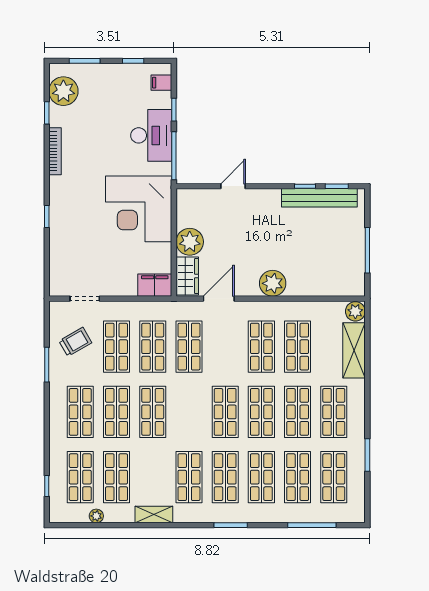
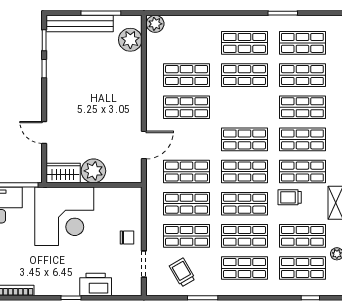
bench: (319, 198) -> (80, 23), moved, turned 90
printer: (62, 244) -> (96, 284), added
wardrobe: (187, 276) -> (63, 173), moved
chair: (115, 280) -> (127, 237), added
plant: (273, 283) -> (130, 40), moved
filing cabinet: (155, 285) -> (132, 202), removed
door: (219, 299) -> (144, 145), swing flipped
shelving: (354, 350) -> (190, 25), removed
shop shelf: (261, 412) -> (244, 172), moved
trolley: (160, 463) -> (290, 197), added

